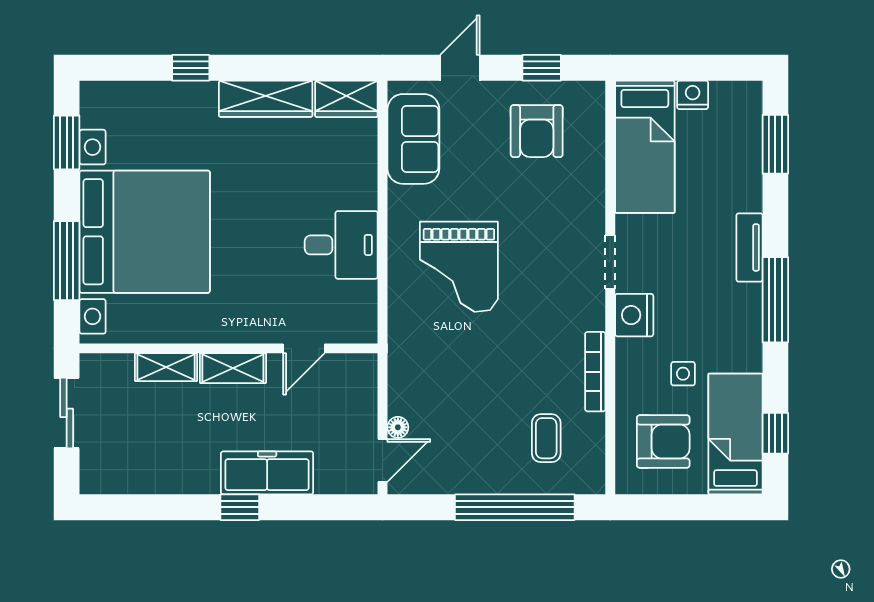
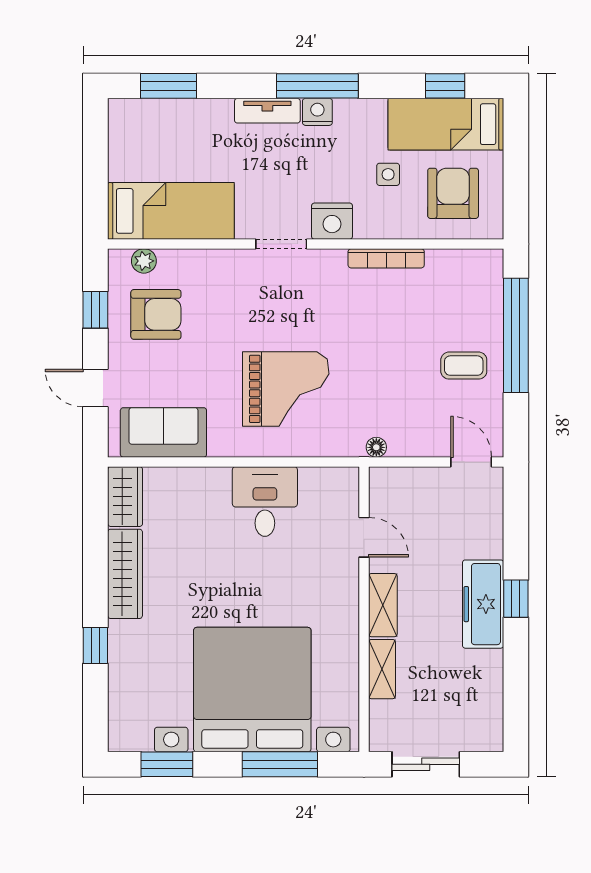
nightstand: (693, 95) -> (317, 112), moved, turned 90
plant: (593, 118) -> (144, 261), added
floor lamp: (398, 427) -> (376, 447), moved
coffee table: (546, 438) -> (464, 366), moved
freezer: (267, 473) -> (483, 604), moved

